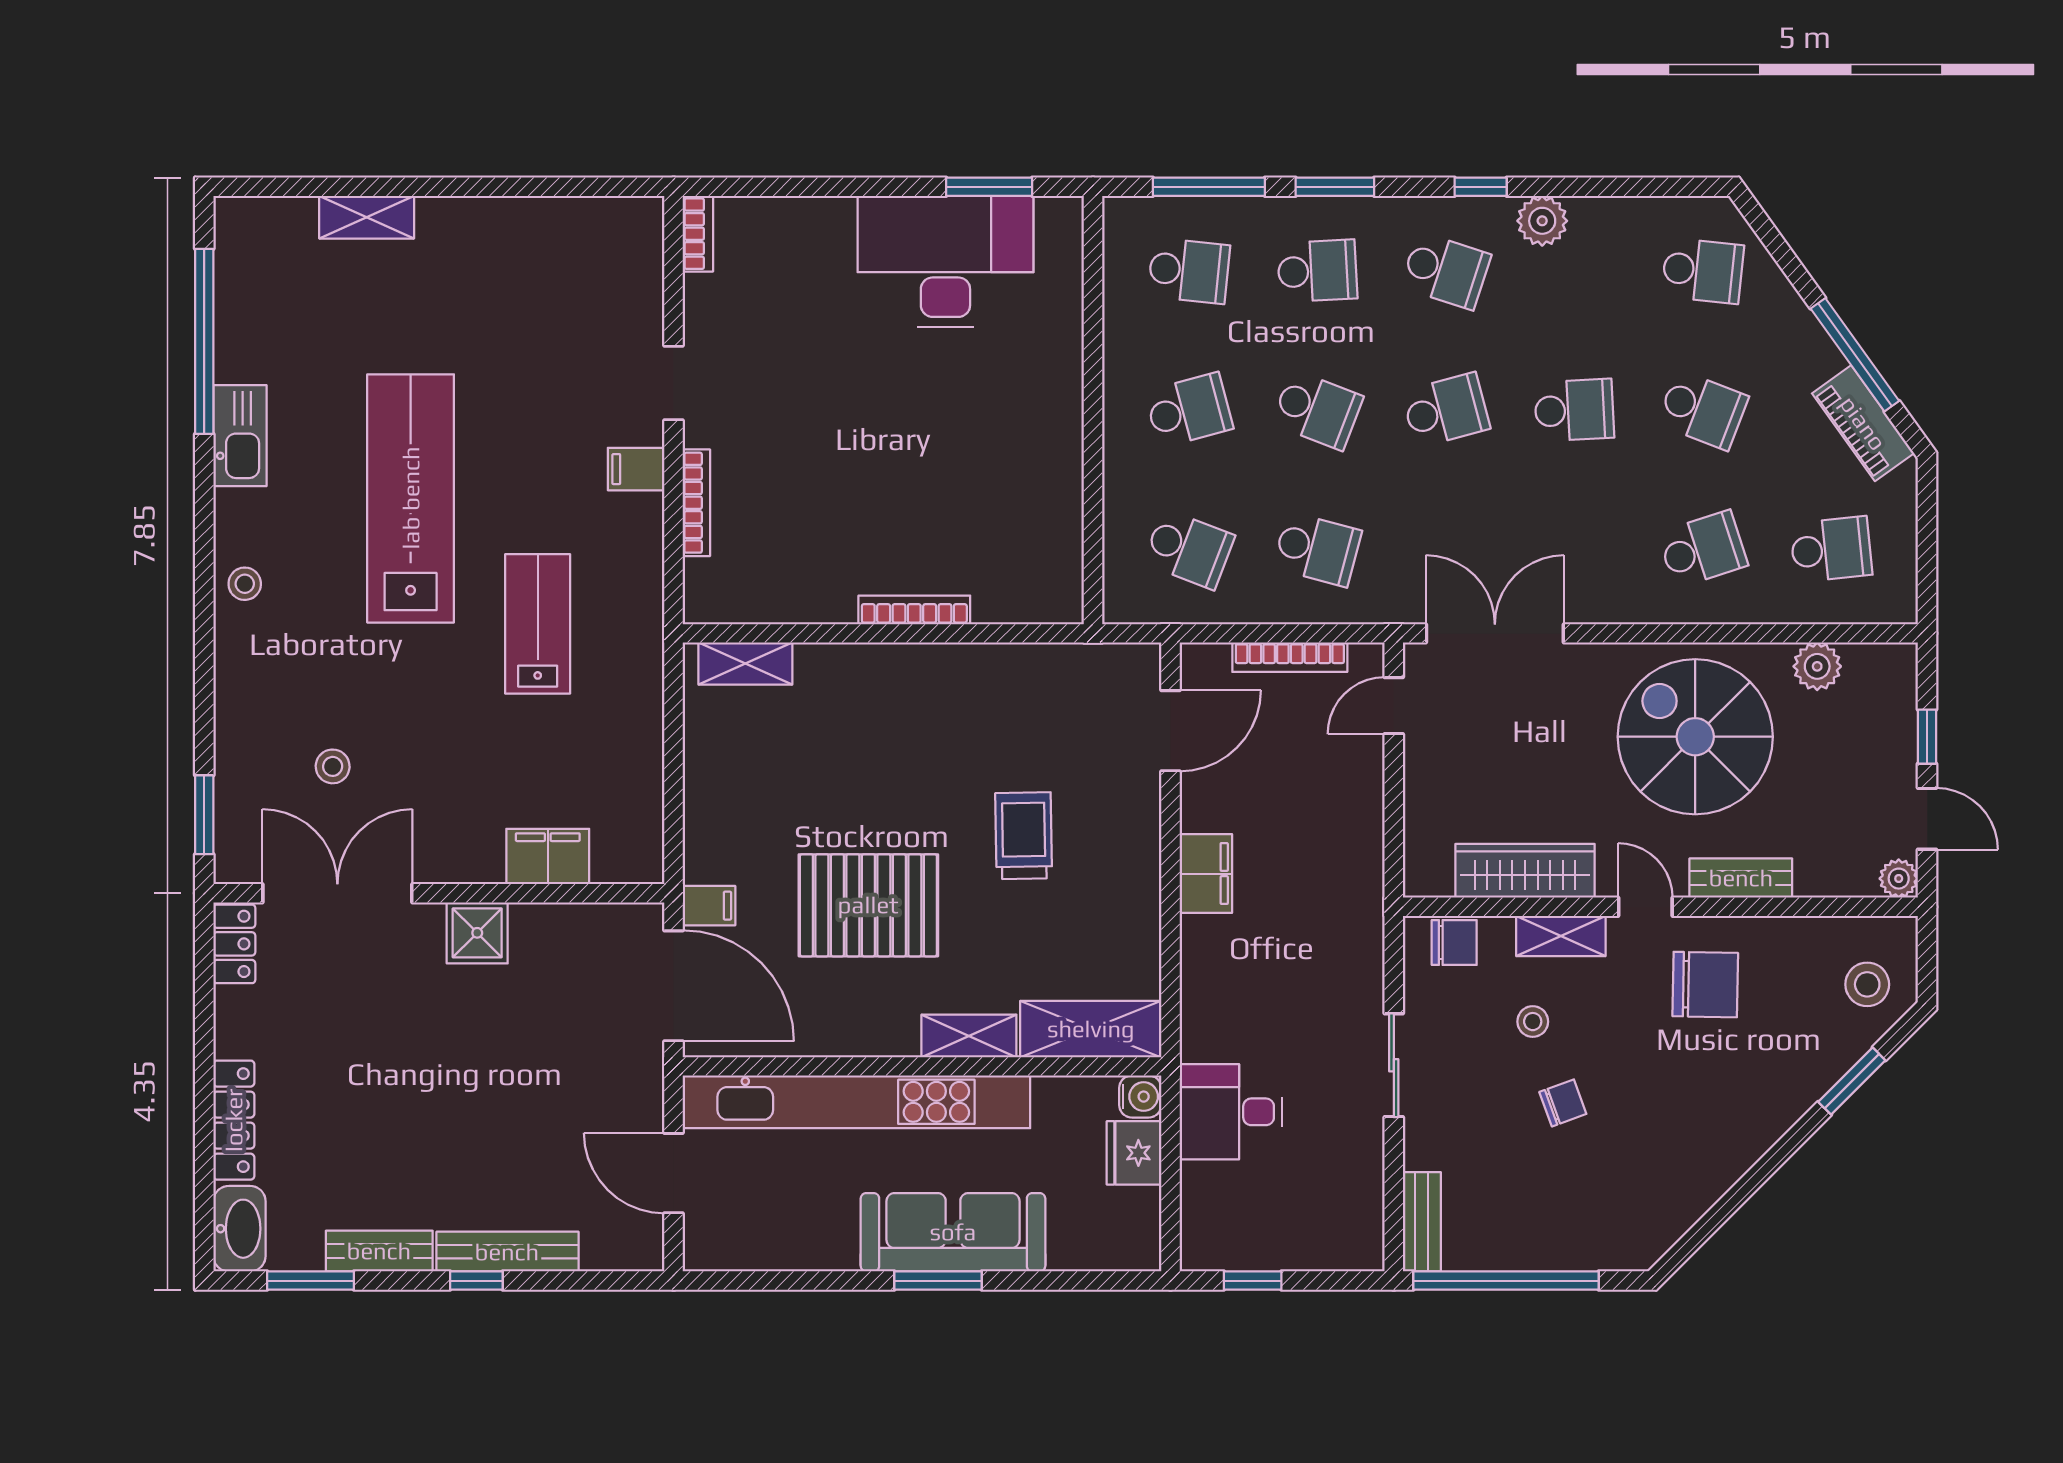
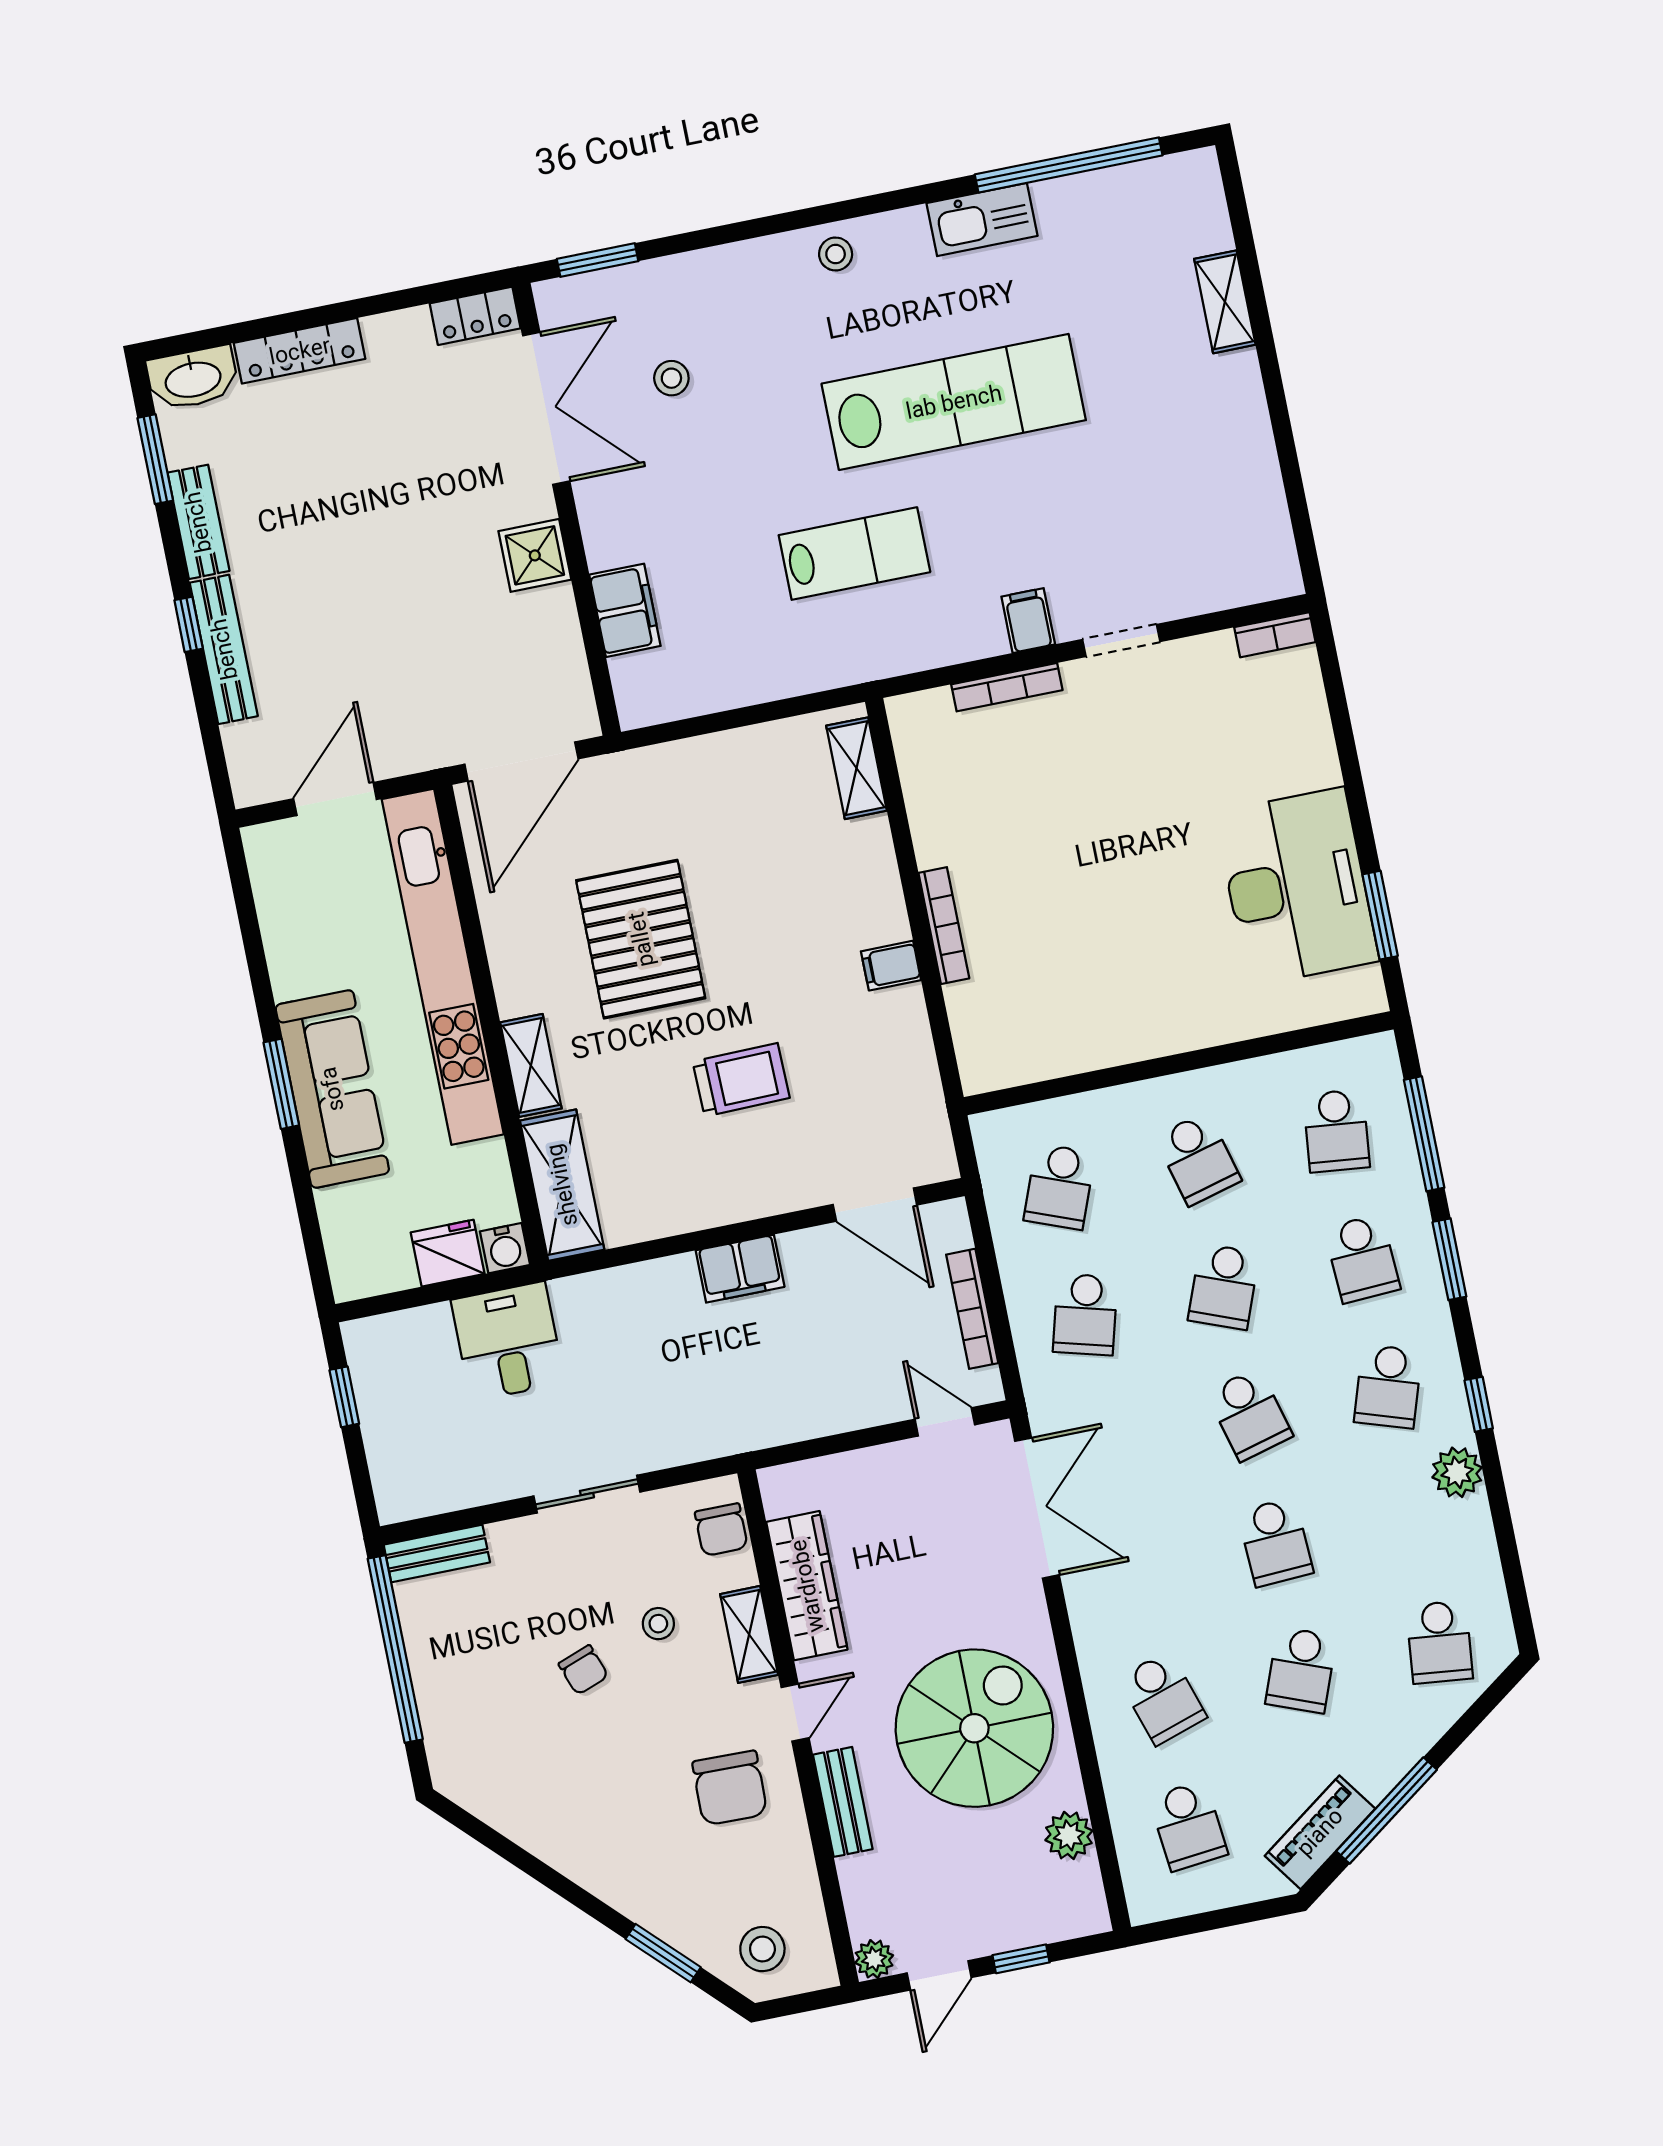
filing cabinet: (709, 906) -> (891, 966), moved, turned 90

